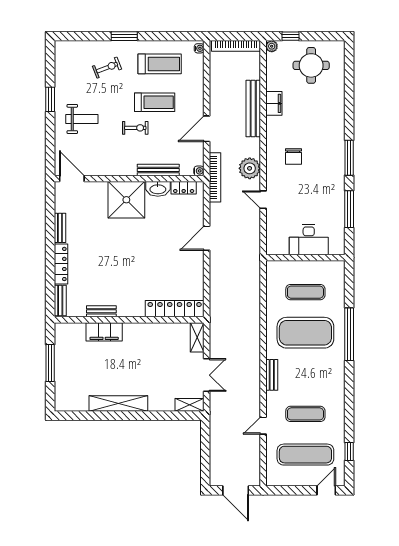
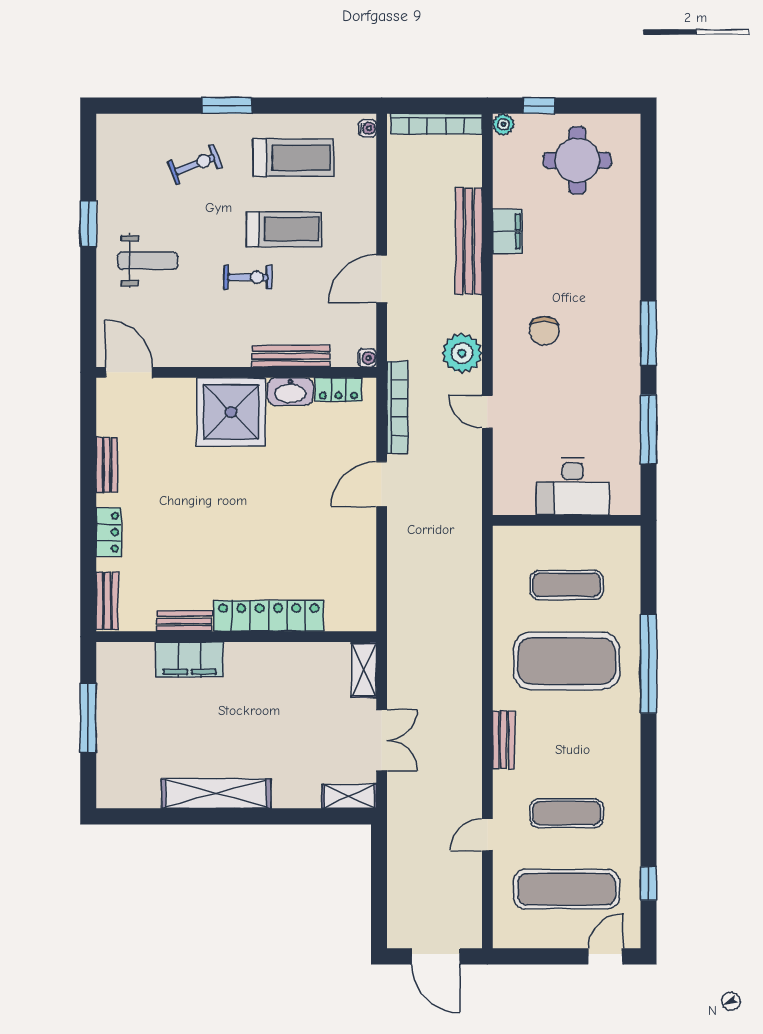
bookcase: (215, 177) -> (397, 407), moved
locker: (61, 264) -> (109, 532), width x0.66
locker: (175, 309) -> (269, 616), moved

